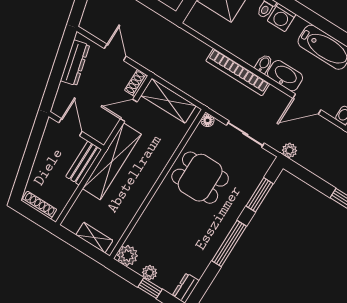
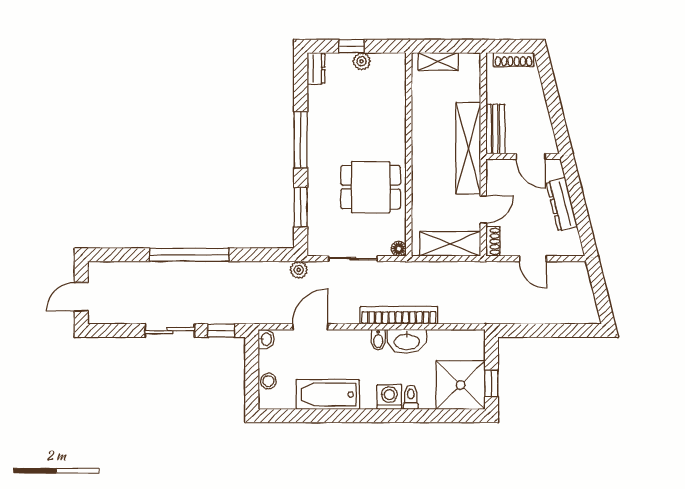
dresser: (75, 63) -> (562, 204), moved
washbasin: (285, 76) -> (407, 341), moved
plant: (127, 255) -> (394, 65), removed

